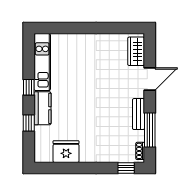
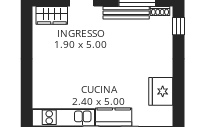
bench: (138, 114) -> (126, 13), width x1.36

